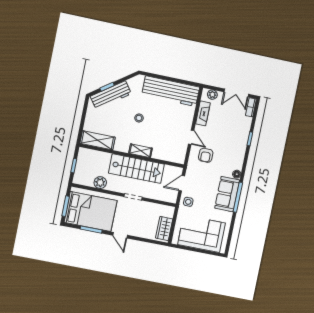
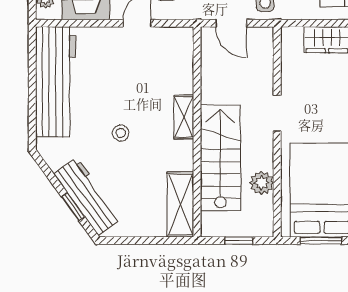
stairs: (136, 169) -> (220, 158), moved

